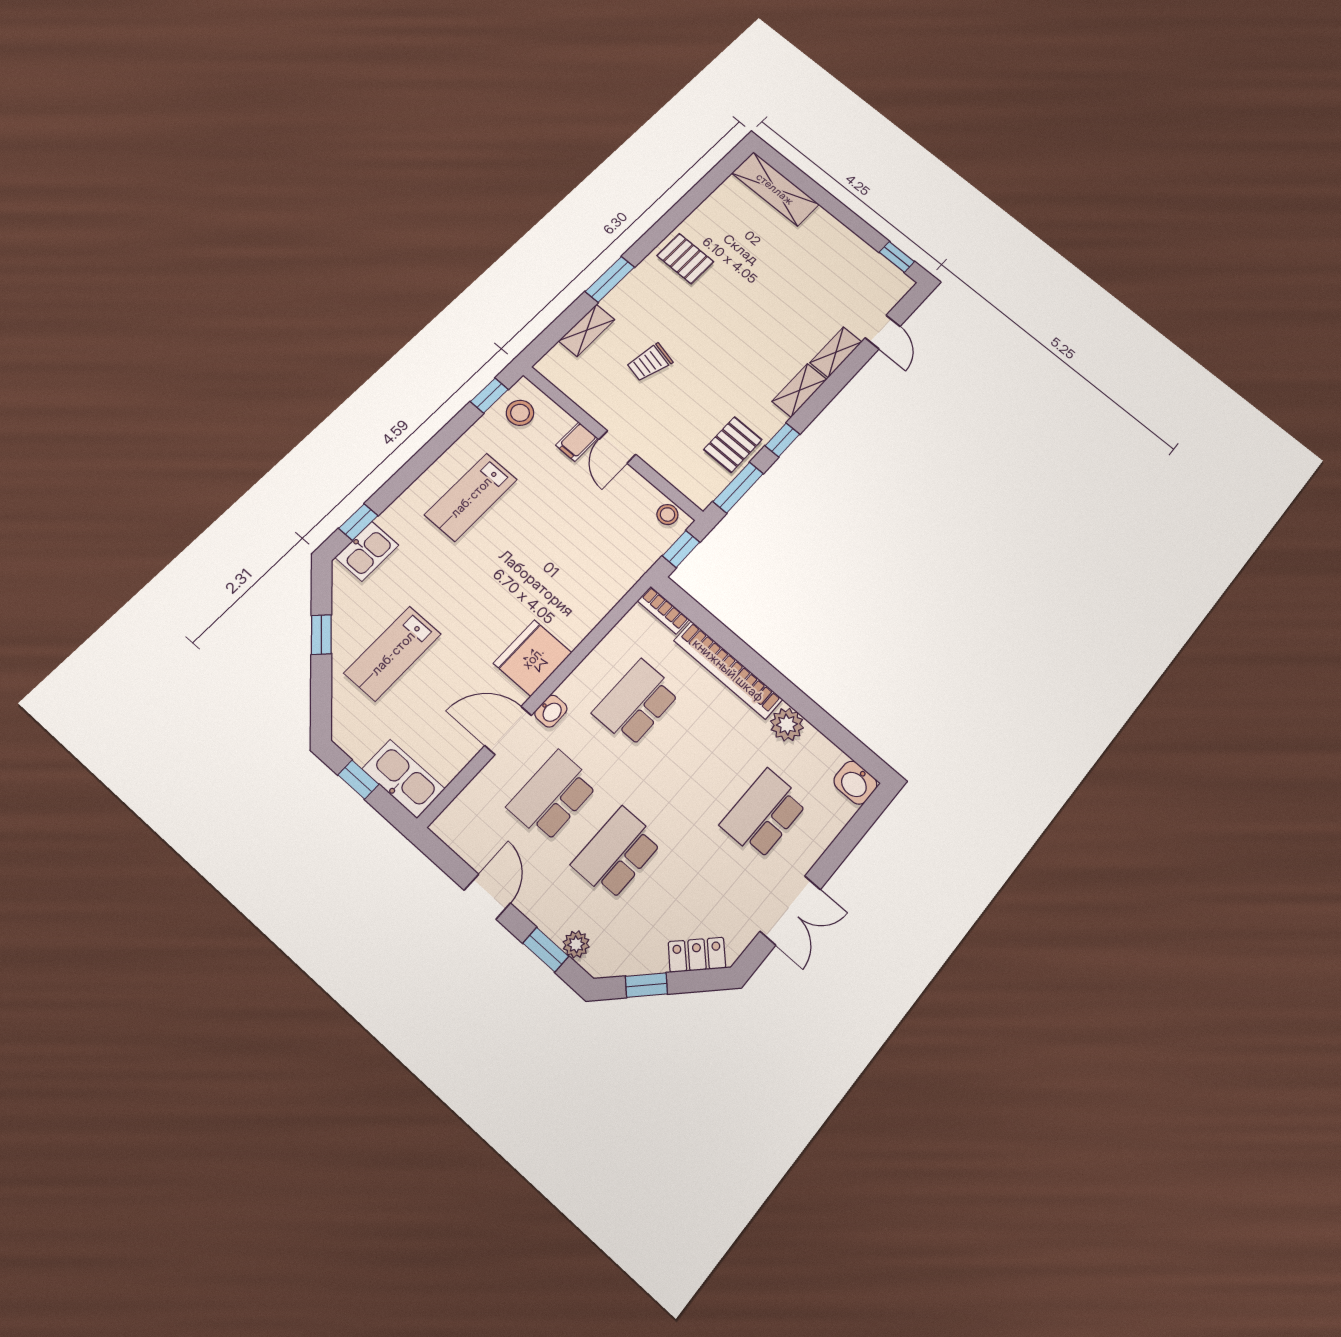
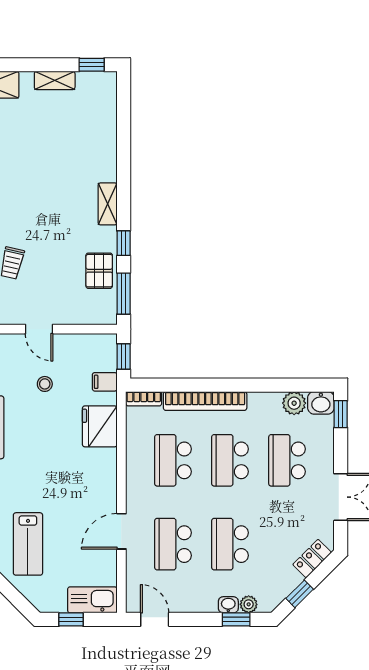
door: (883, 332) -> (124, 123), removed
shelving: (836, 352) -> (55, 80), moved, turned 90
filing cabinet: (577, 442) -> (105, 382), moved, turned 90
stool: (667, 514) -> (45, 384), moved
fridge: (533, 658) -> (100, 426), moved
washbasin: (551, 711) -> (228, 605), moved, turned -90
plant: (787, 725) -> (294, 403), moved
school desk: (700, 758) -> (230, 460), added
window: (868, 815) -> (341, 414), added
door: (487, 897) -> (155, 619), moved

